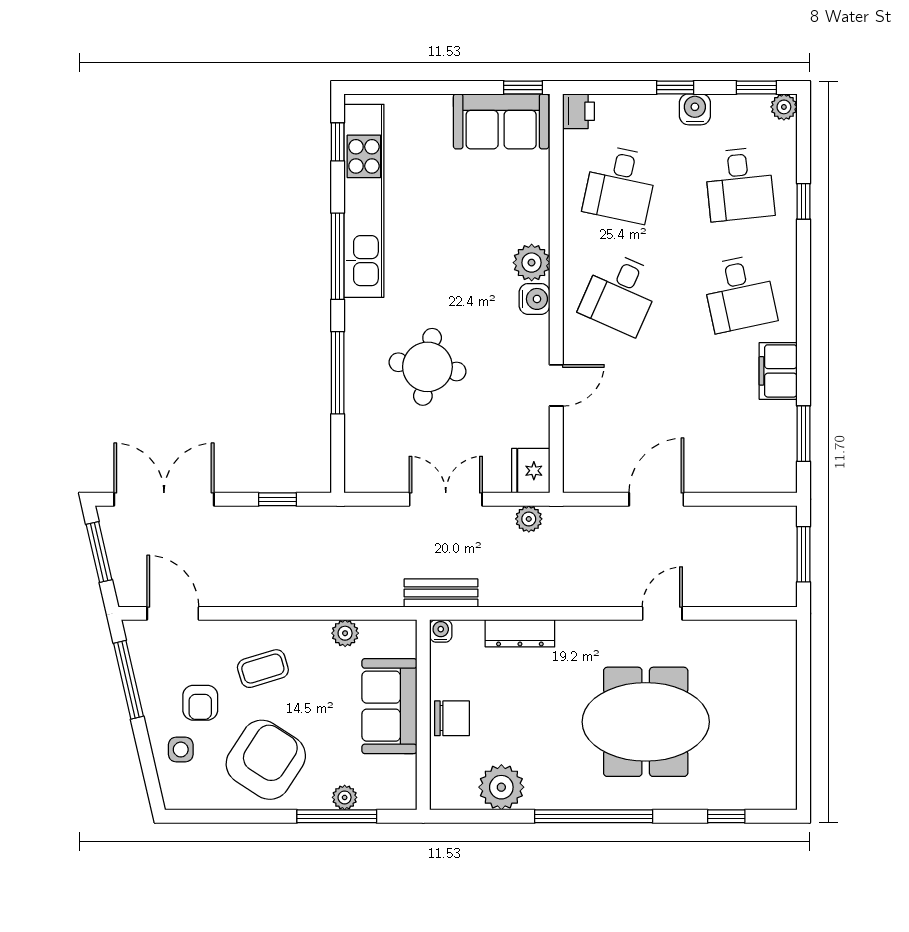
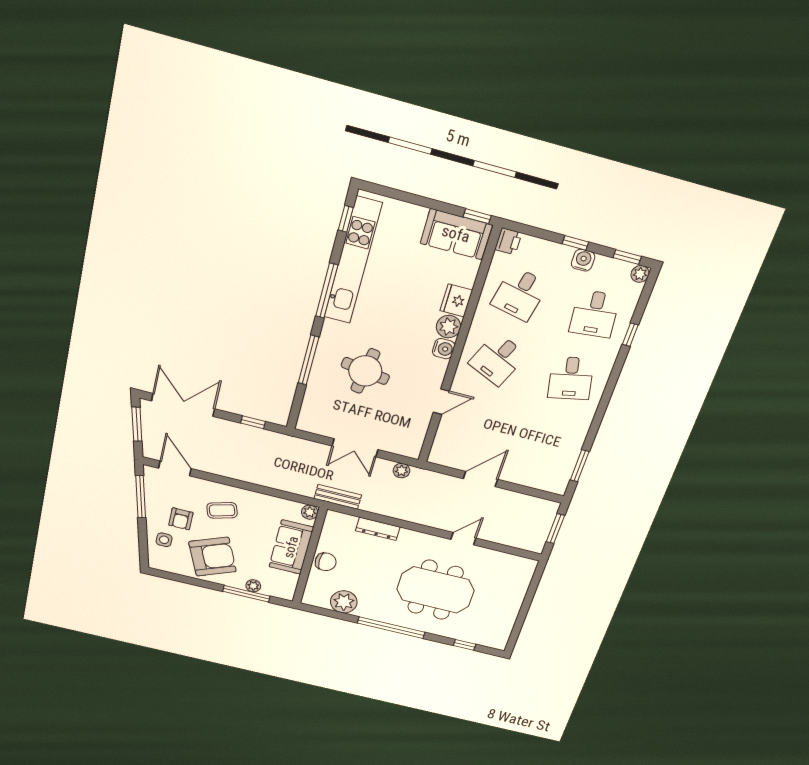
filing cabinet: (778, 371) -> (578, 428), removed
fridge: (531, 471) -> (456, 300), moved
double door: (446, 499) -> (355, 448), swing flipped
water cooler: (441, 631) -> (332, 516), removed
plant: (345, 633) -> (310, 512), moved
armchair: (266, 760) -> (213, 557), turned 34

